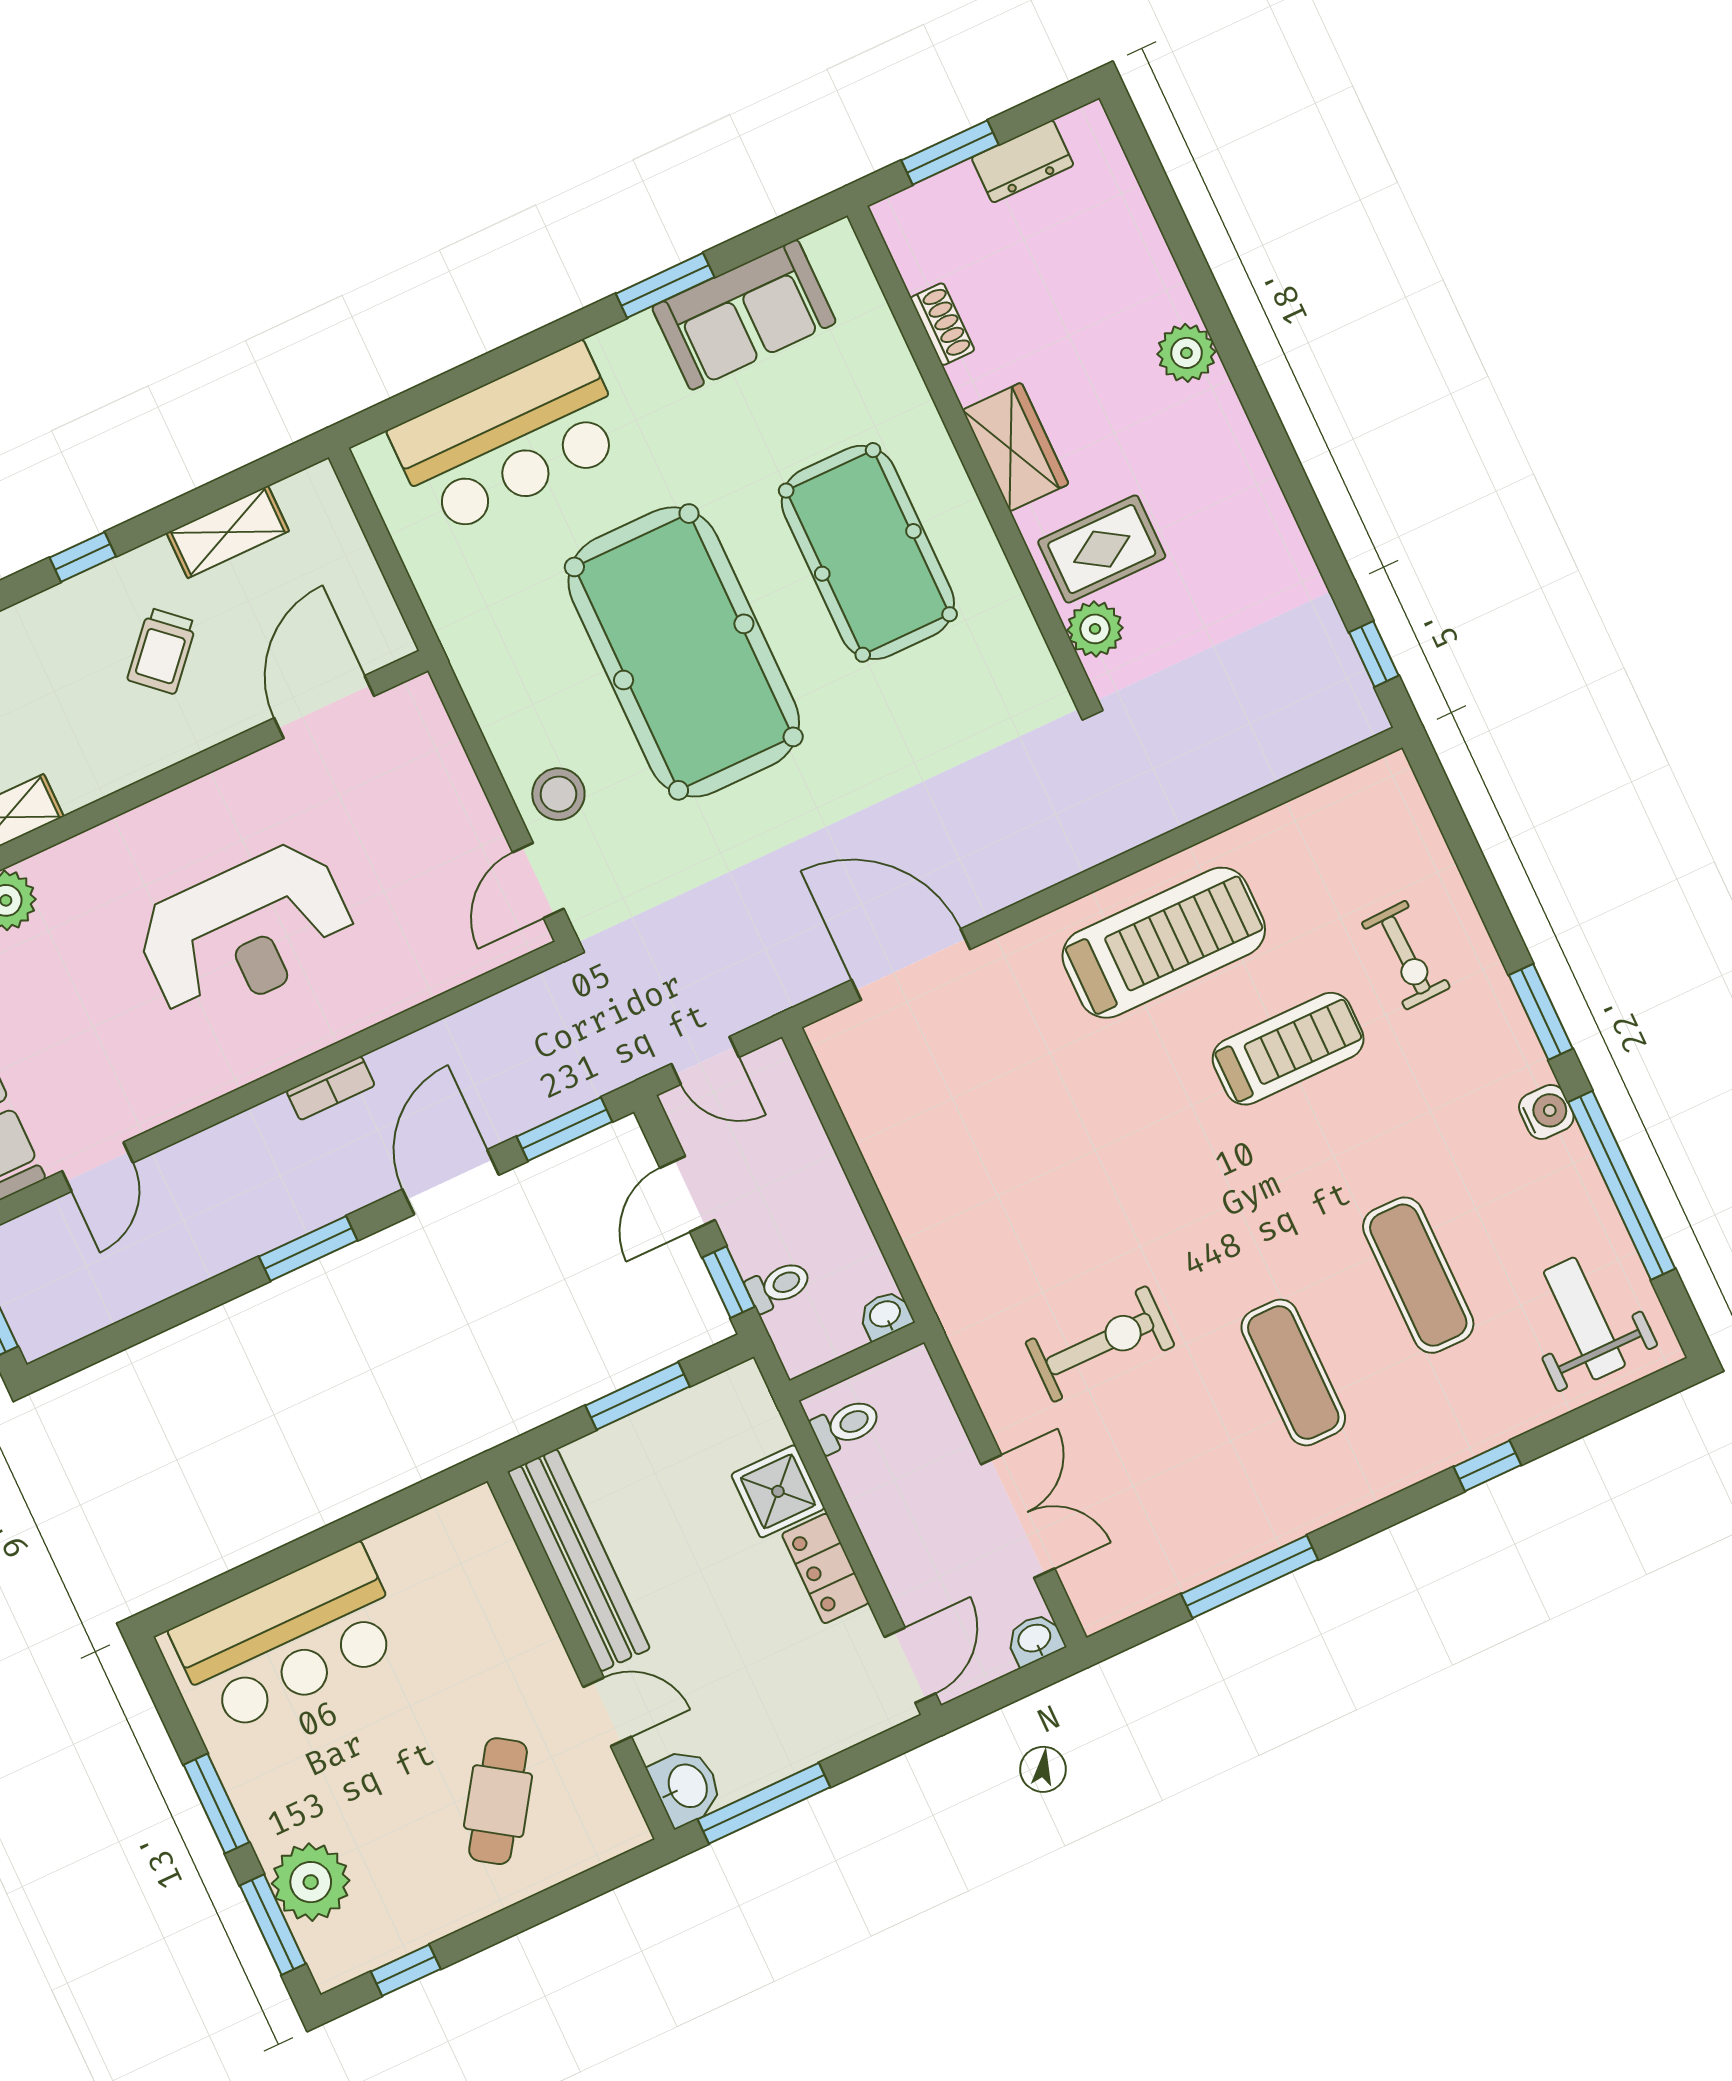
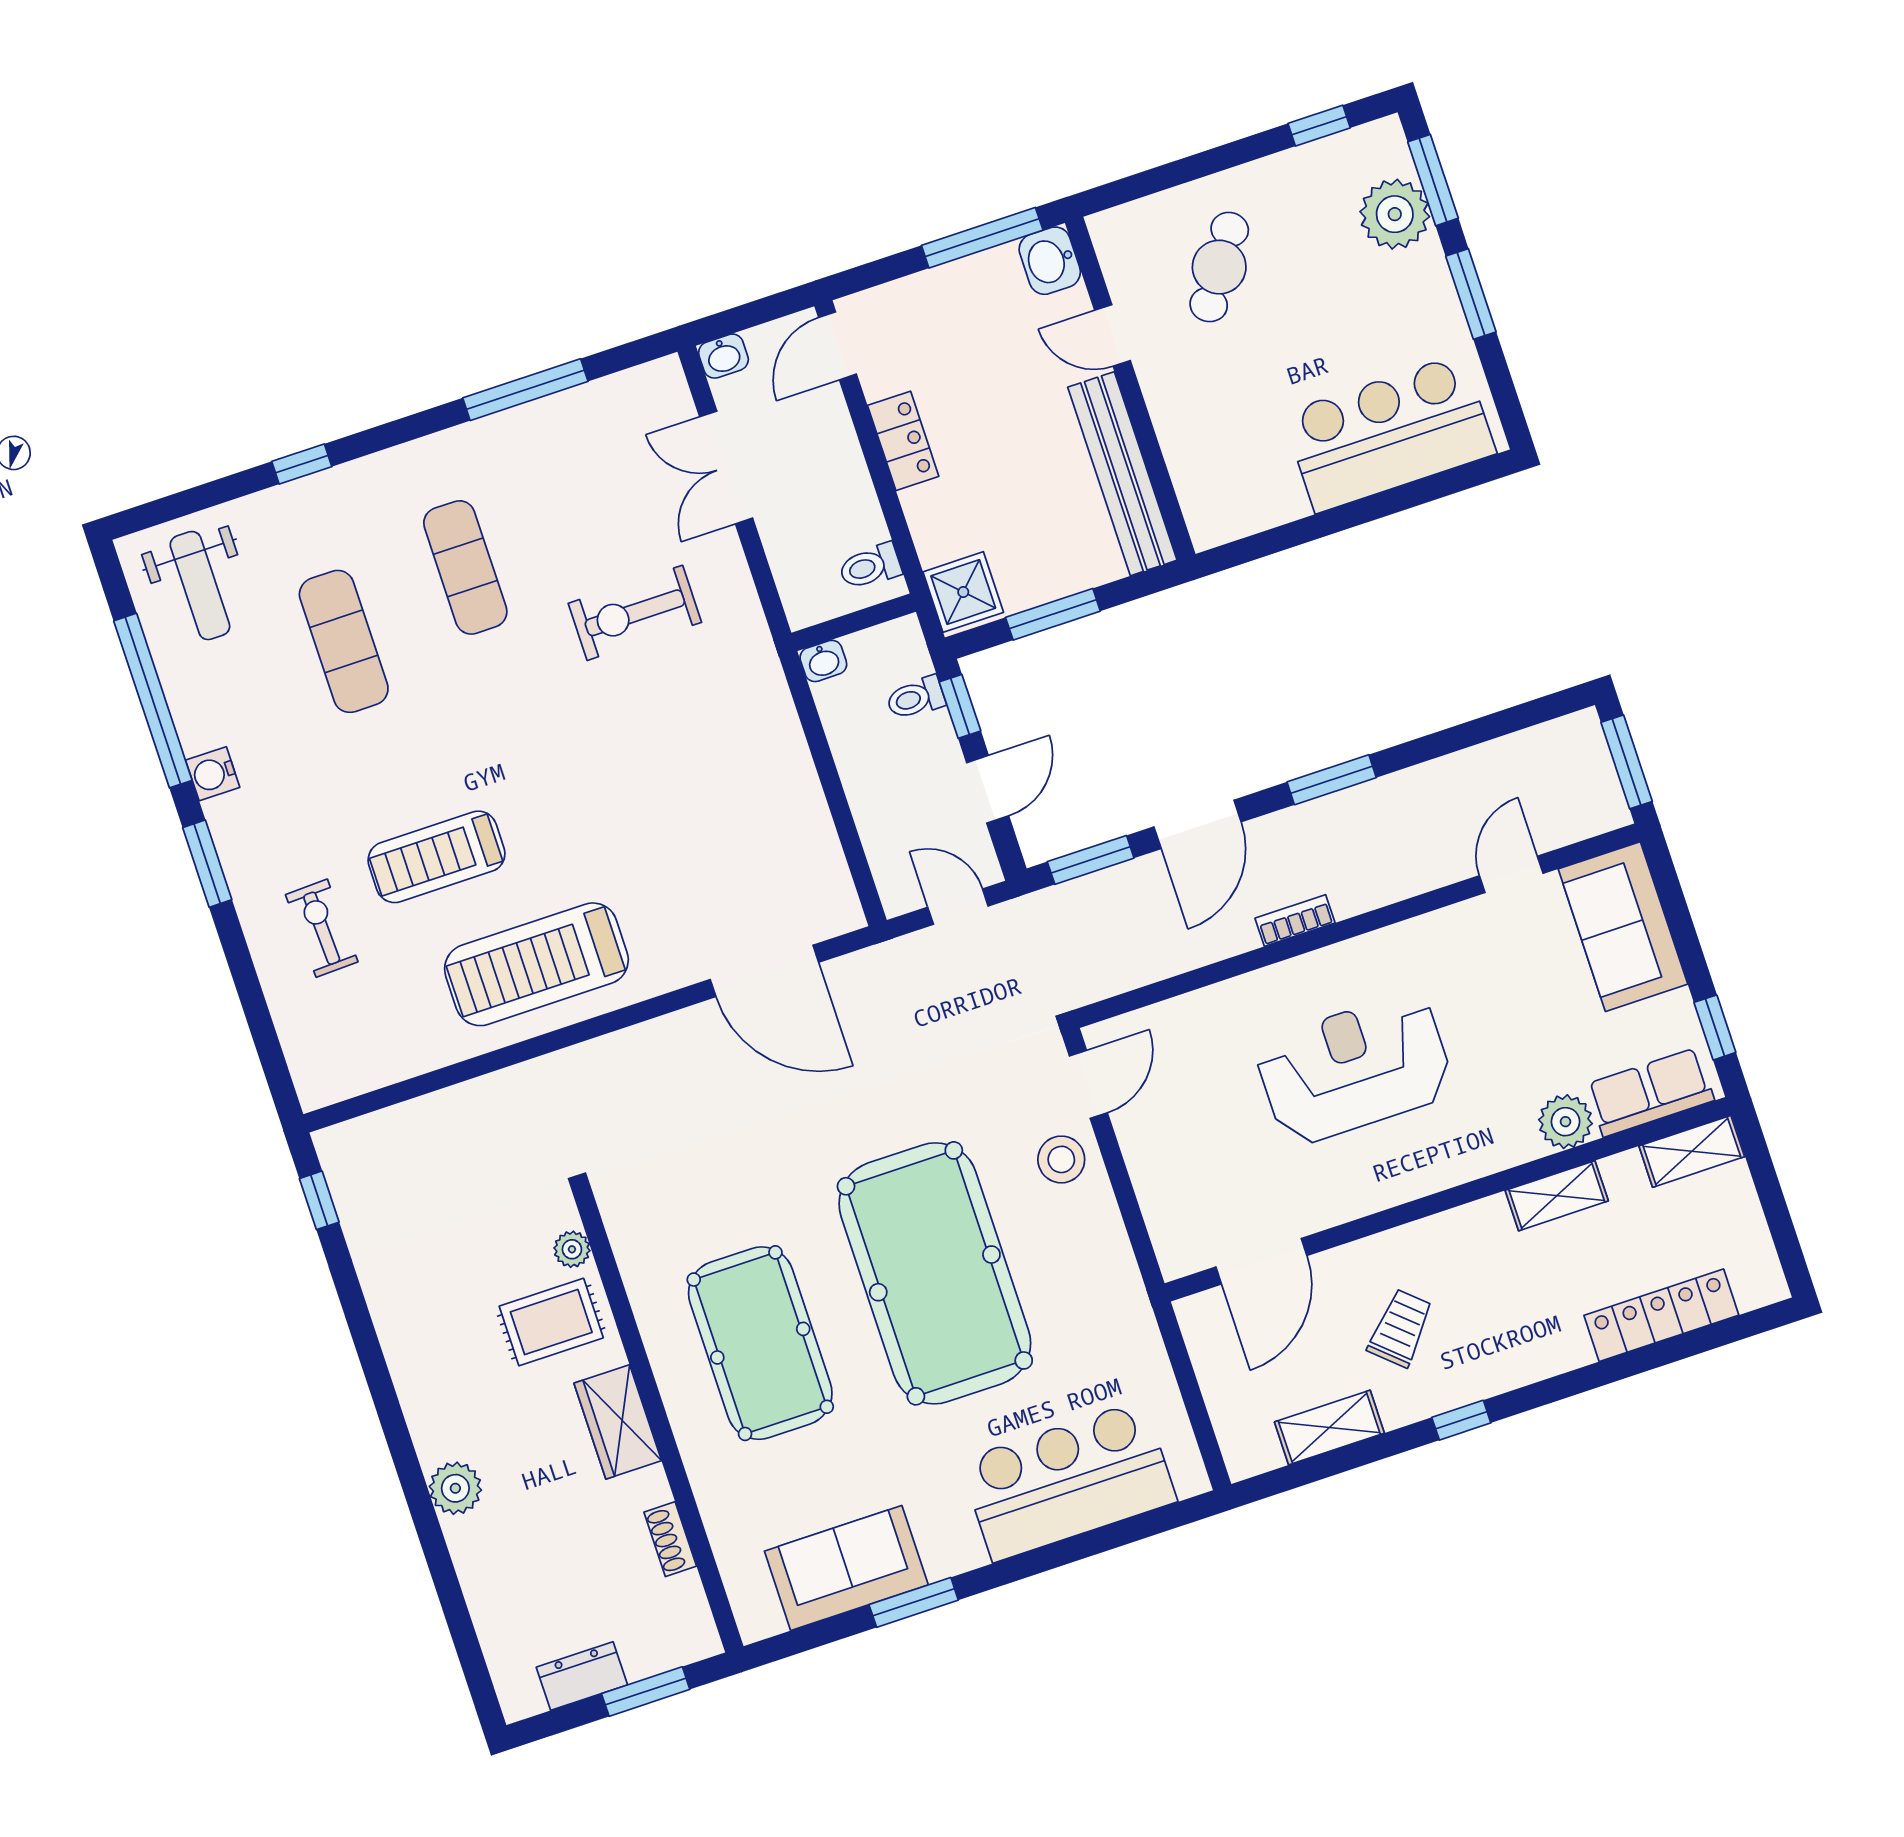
plant: (1095, 629) -> (572, 1249), width x0.73, depth x0.73
shower: (778, 1491) -> (963, 592), moved

